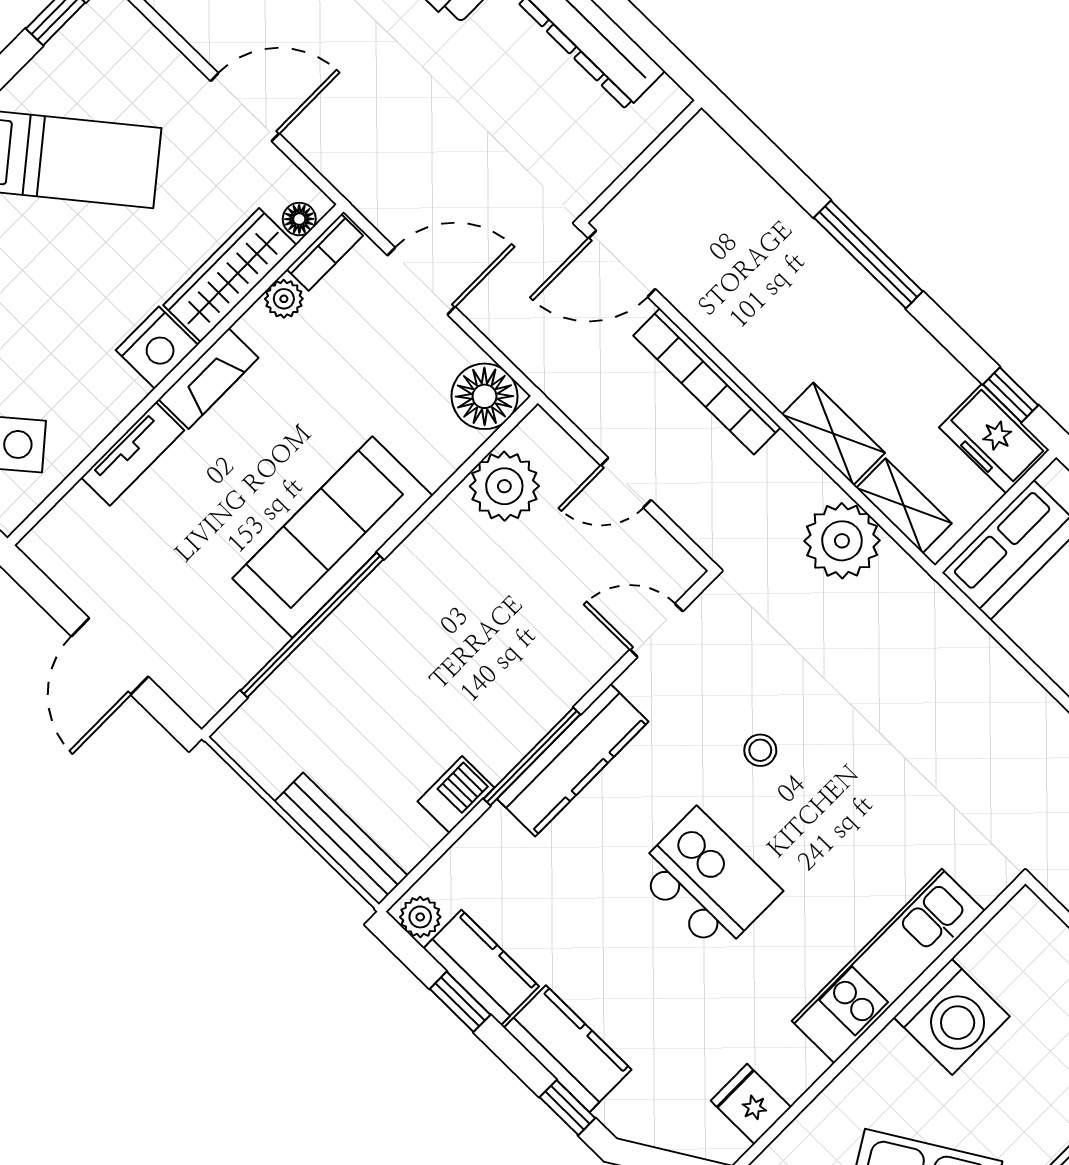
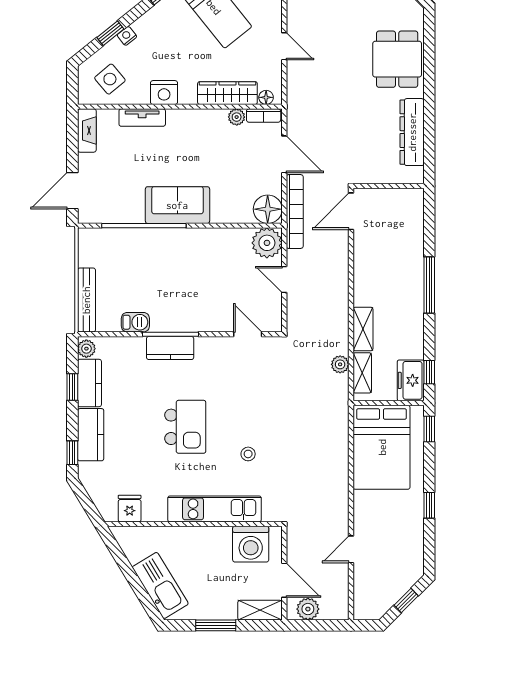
door: (245, 107) -> (284, 46), width x0.73
door: (622, 264) -> (351, 211), hinge flipped
nightstand: (157, 348) -> (164, 93), moved
fireplace: (208, 378) -> (87, 130), moved, turned -90
bookcase: (707, 381) -> (295, 212), moved, turned 180
plant: (504, 486) -> (267, 243), moved
sofa: (332, 537) -> (177, 205), width x0.73
plant: (842, 541) -> (340, 364), width x0.53, depth x0.53
door: (110, 656) -> (72, 191), moved
stool: (760, 750) -> (248, 454), moved
kitchen counter: (573, 760) -> (170, 348), width x0.67
washing machine: (952, 1017) -> (251, 544), moved

